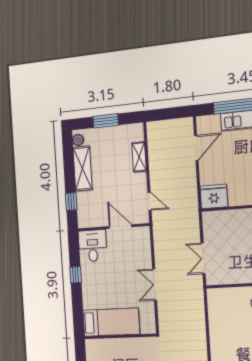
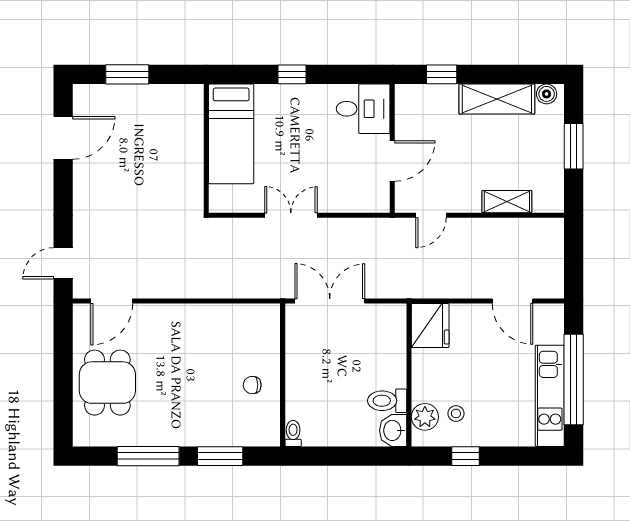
double door: (203, 258) -> (330, 301), width x1.37
window: (76, 275) -> (292, 74), moved

